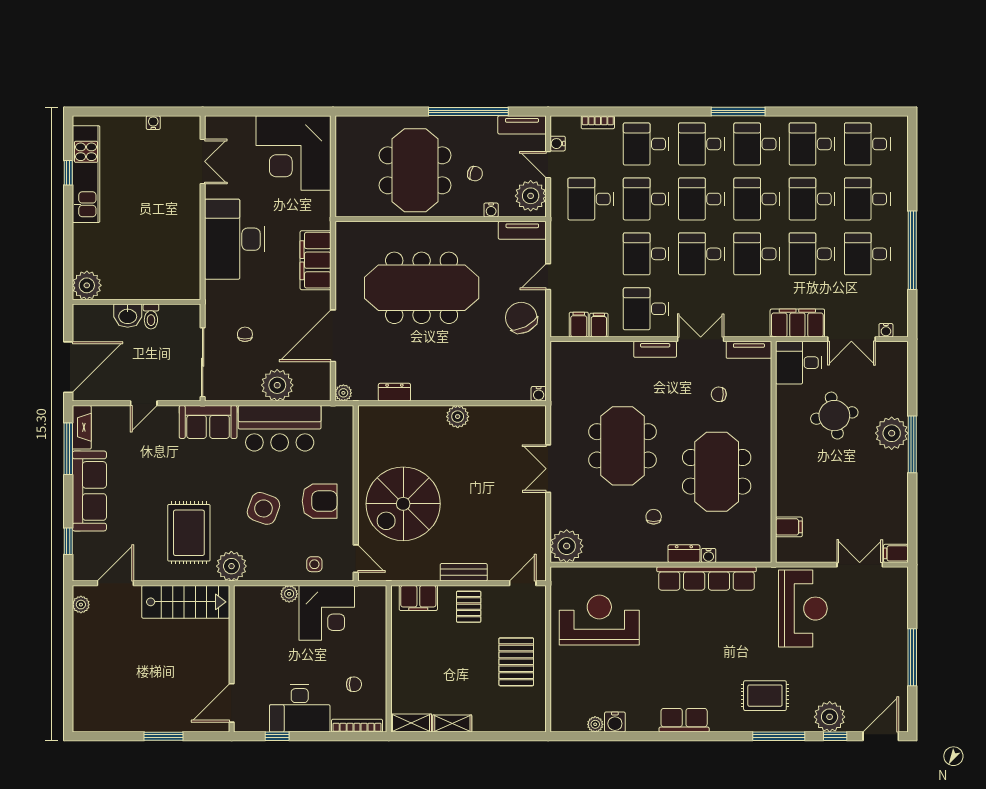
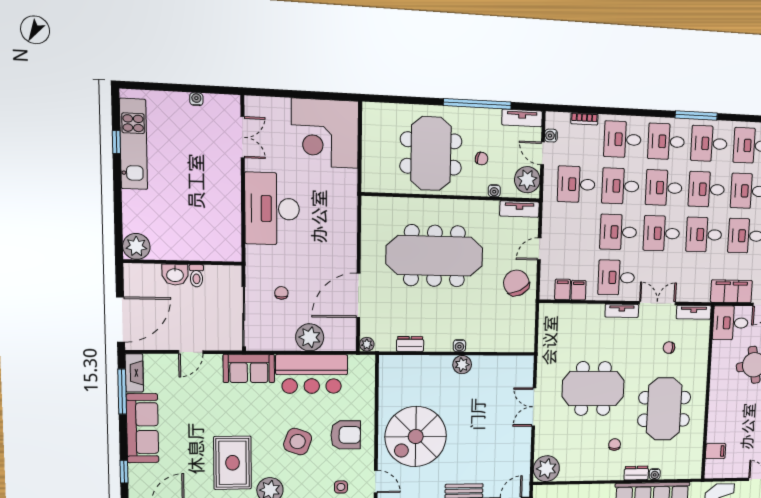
filing cabinet: (316, 260) -> (344, 229), removed
water cooler: (539, 394) -> (459, 346), moved
meeting table: (623, 446) -> (593, 389), turned 90

